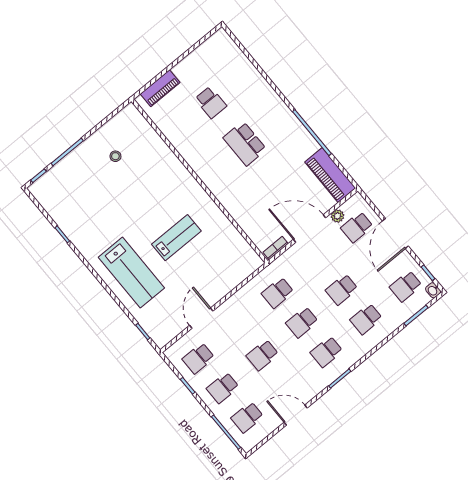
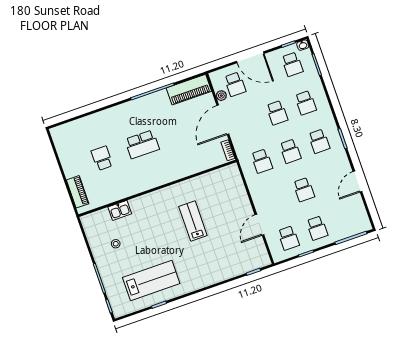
school desk: (211, 102) -> (102, 158), turned -90
kitchen sink: (157, 146) -> (120, 210), added
lab bench: (131, 273) -> (151, 280), moved
door: (201, 318) -> (259, 225), hinge flipped
school desk: (247, 417) -> (346, 218), removed

